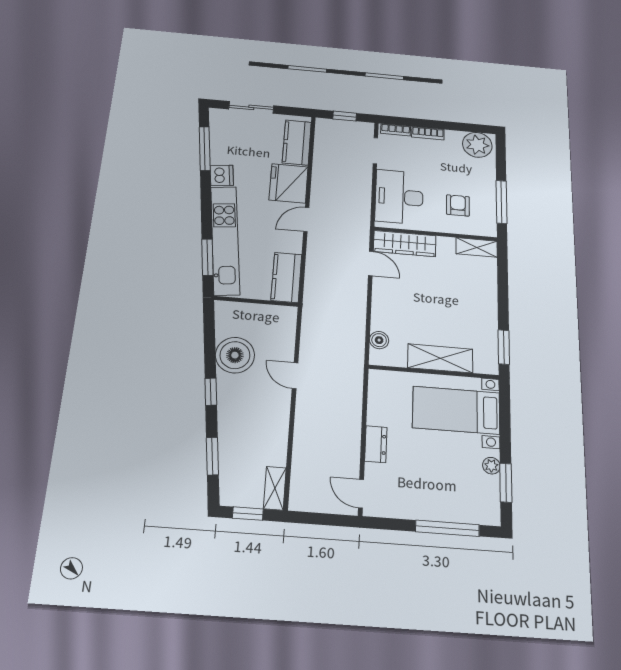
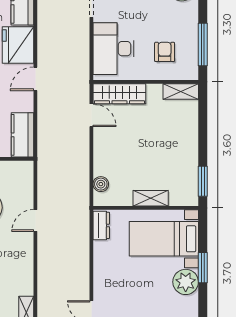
shelving: (440, 358) -> (151, 198), width x0.67, depth x0.75
door: (295, 376) -> (35, 221), hinge flipped
dresser: (376, 444) -> (101, 225), moved
plant: (491, 466) -> (186, 282), width x1.87, depth x1.87
window: (506, 483) -> (203, 268), moved

